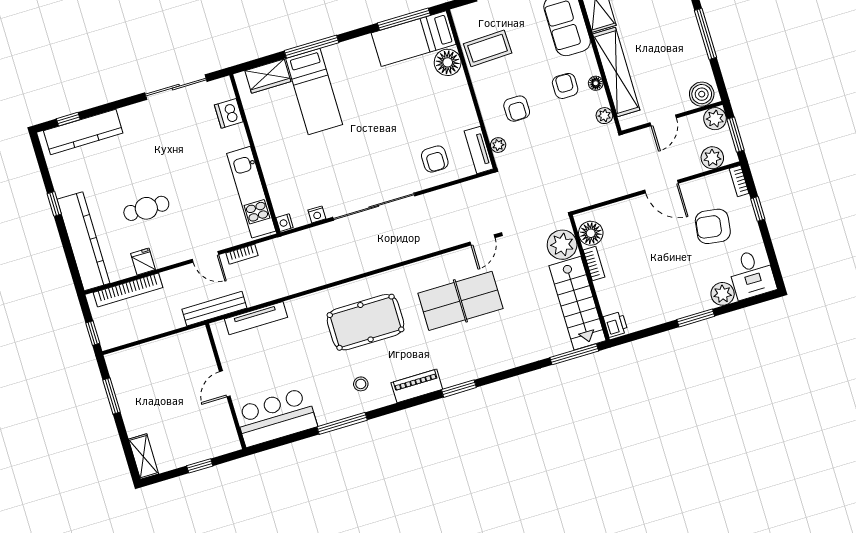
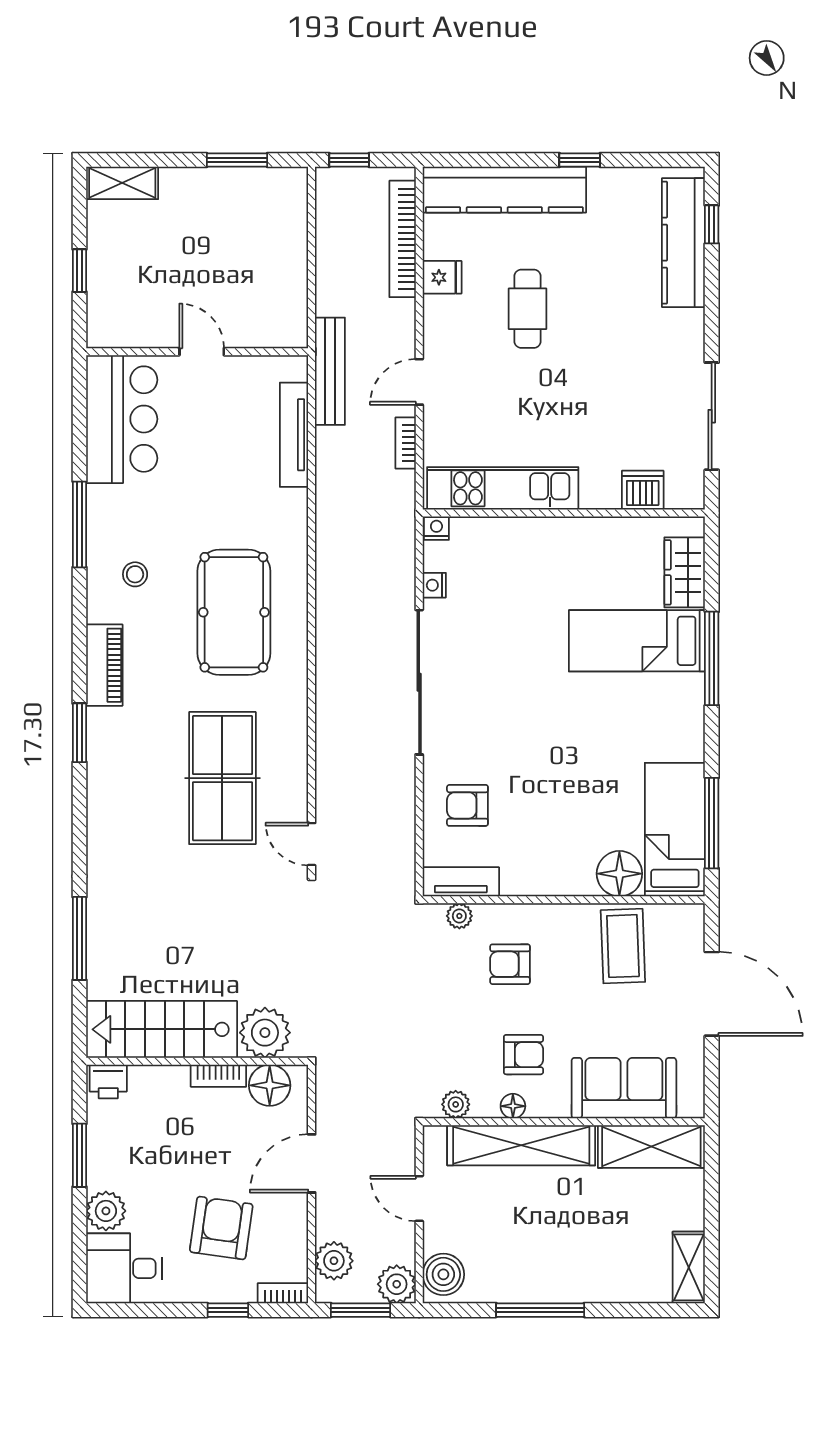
floor lamp: (591, 233) -> (270, 1085), moved
plant: (562, 245) -> (265, 1033), moved
bookcase: (594, 264) -> (218, 1076), moved
wall: (589, 278) -> (197, 1061), moved
stairs: (578, 303) -> (162, 1029), moved
printer: (616, 324) -> (108, 1081), moved

